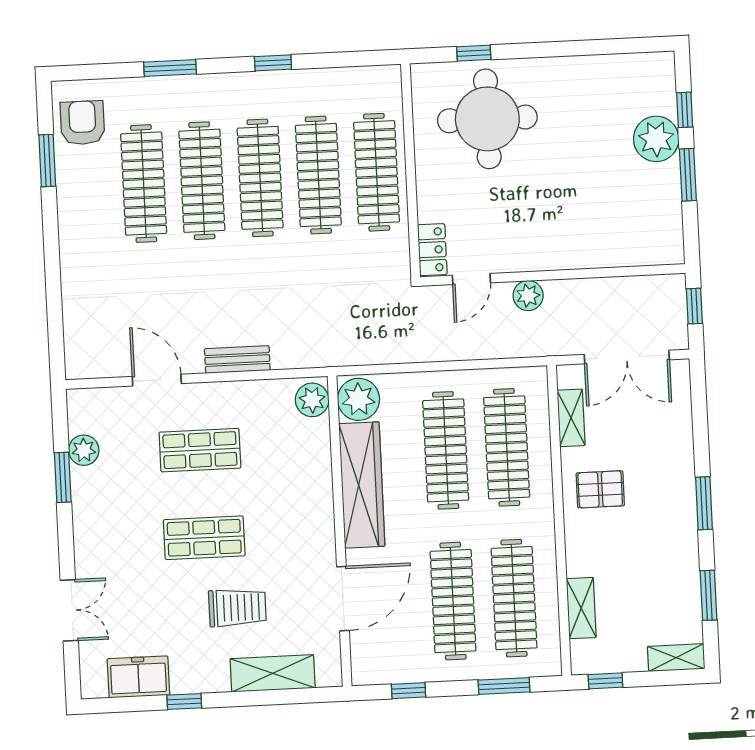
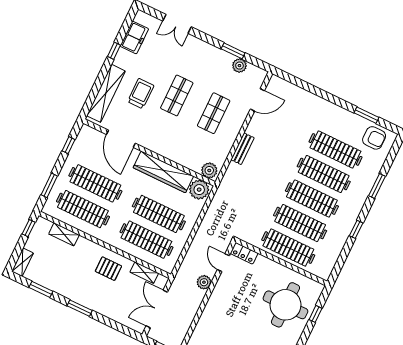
door: (157, 380) -> (257, 100), moved
pallet: (600, 489) -> (108, 269), turned 90
trolley: (237, 608) -> (141, 94), turned 180
shelving: (273, 673) -> (106, 93), width x1.47

